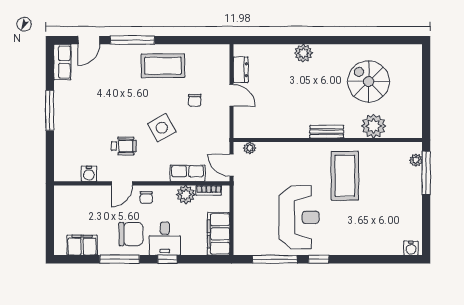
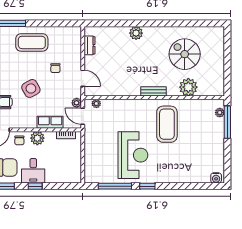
door: (232, 95) -> (83, 78), moved
plant: (223, 147) -> (77, 103), added
plant: (186, 195) -> (37, 138), moved
filing cabinet: (219, 234) -> (73, 167), removed

